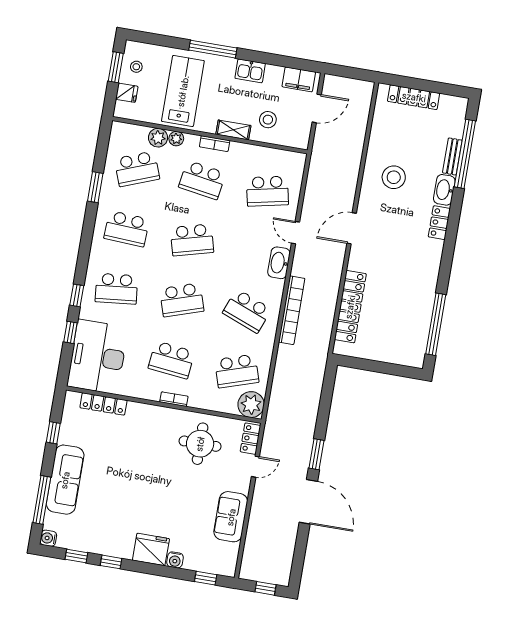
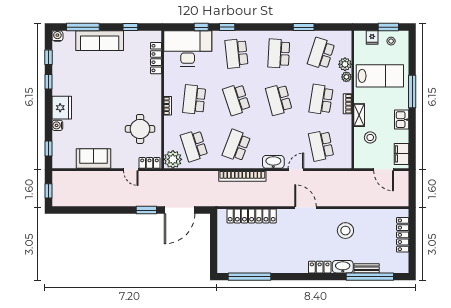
school desk: (137, 169) -> (321, 53), turned 39
door: (308, 502) -> (180, 210), moved

